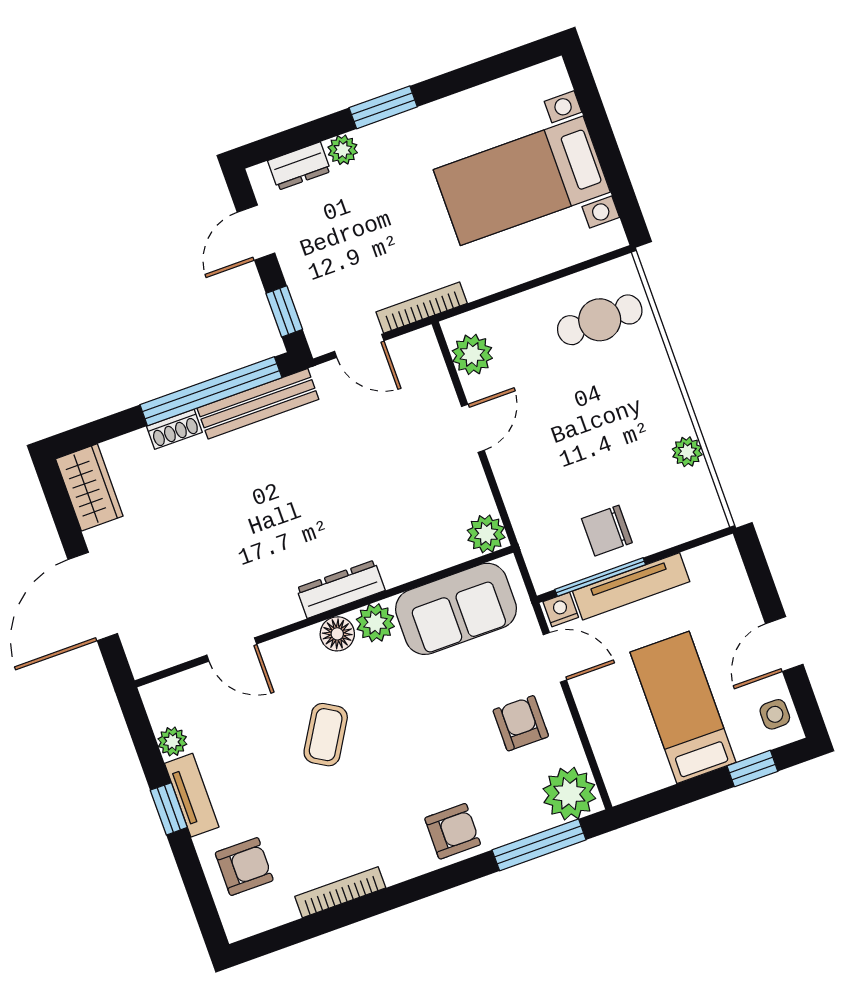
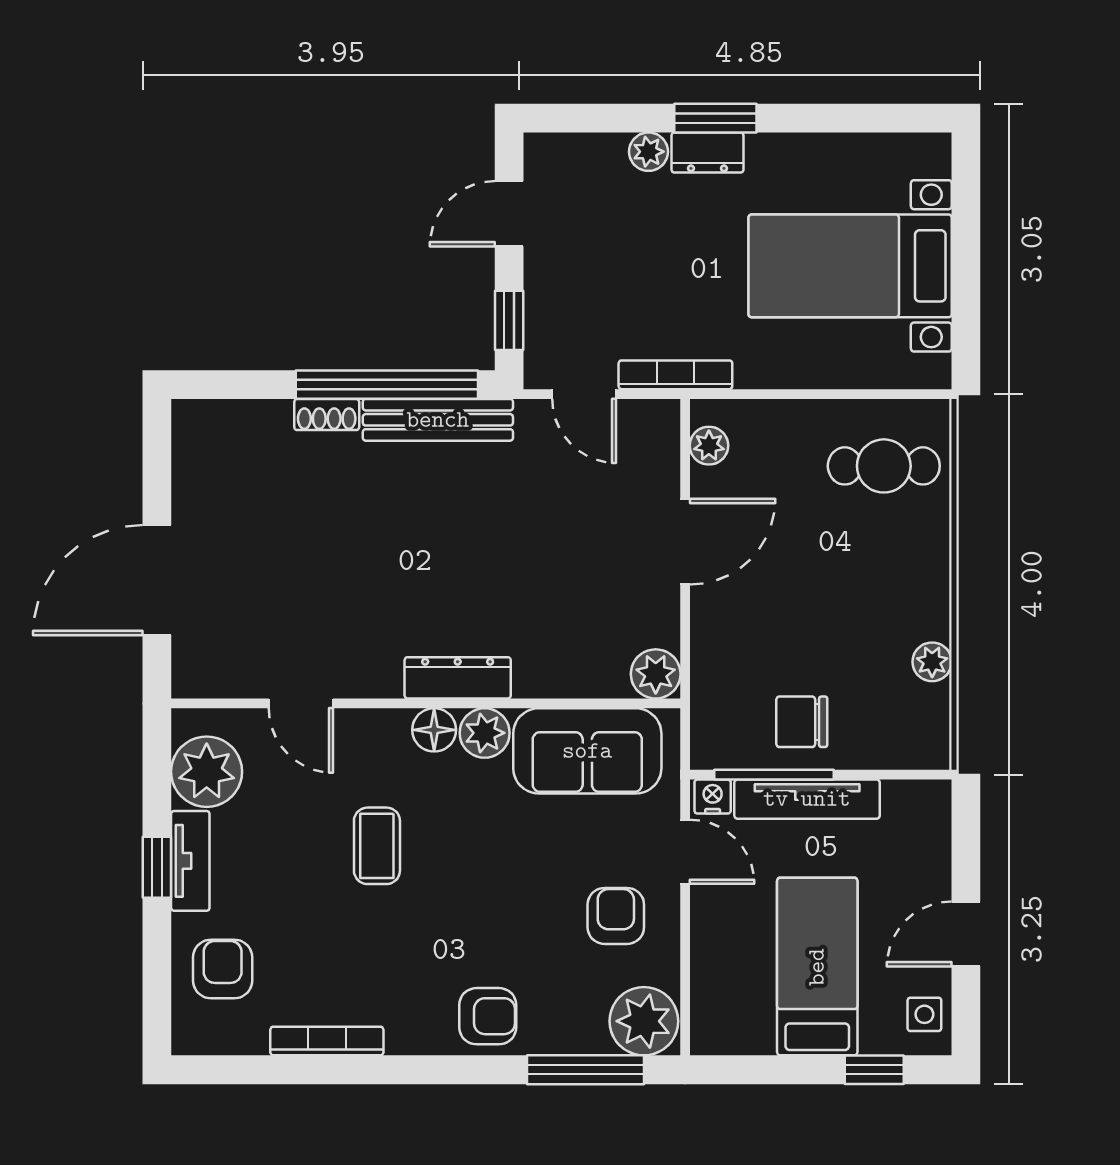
dresser: (299, 166) -> (707, 153), moved
plant: (472, 354) -> (709, 446), width x0.73, depth x0.73
door: (473, 428) -> (685, 542), width x1.38
wardrobe: (89, 487) -> (200, 448), removed
coffee table: (326, 735) -> (377, 846), turned -31
plant: (172, 742) -> (207, 772), width x1.88, depth x1.88
armchair: (244, 867) -> (223, 969), turned -90

